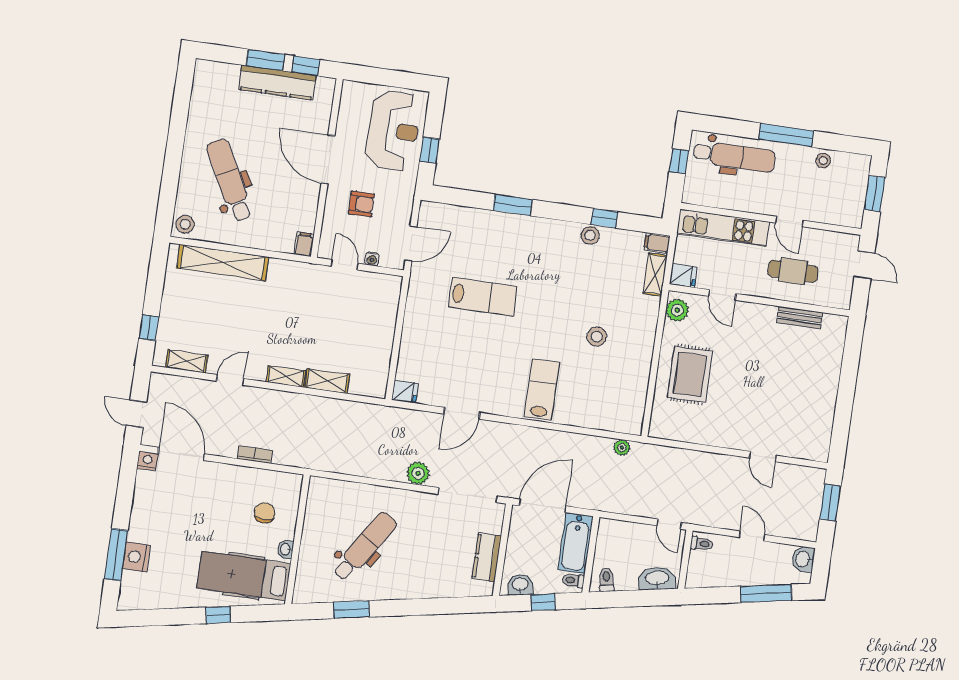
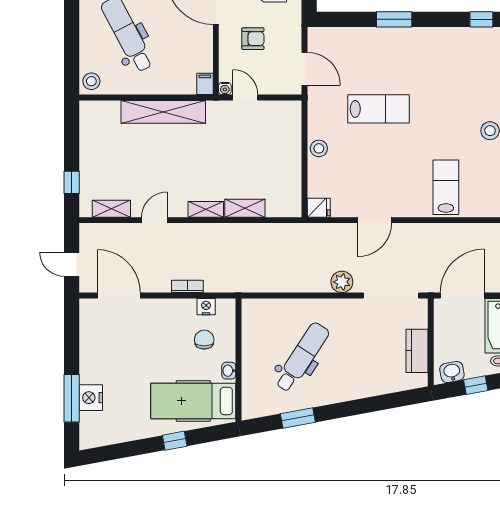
stool: (590, 235) -> (319, 148), moved
door: (411, 243) -> (304, 69), hinge flipped
water cooler: (372, 259) -> (225, 88), moved
shelving: (223, 263) -> (163, 112), moved
nightstand: (147, 461) -> (206, 307), moved

